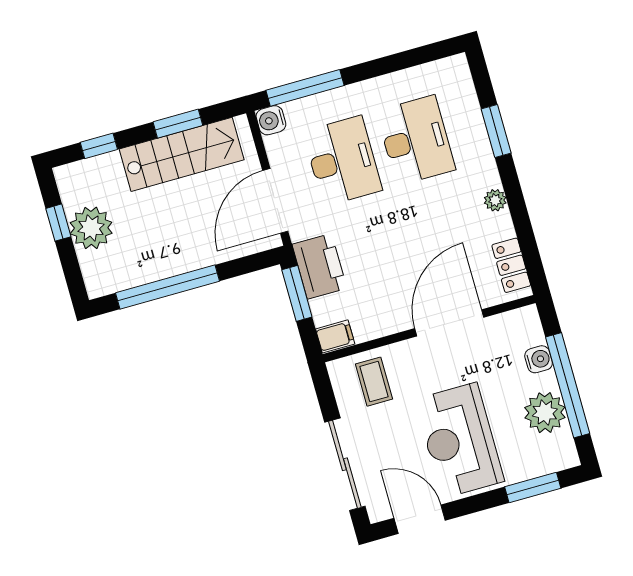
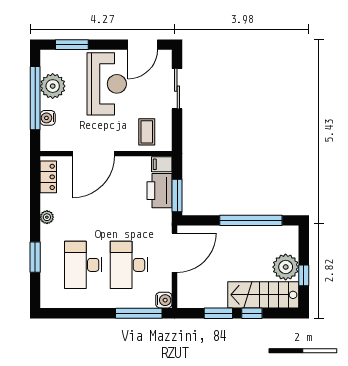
window: (99, 146) -> (252, 313), moved
stairs: (182, 154) -> (263, 295), moved
printer: (319, 266) -> (160, 191), moved
sliding door: (345, 464) -> (177, 89), width x0.73
door: (420, 519) -> (143, 45), hinge flipped

